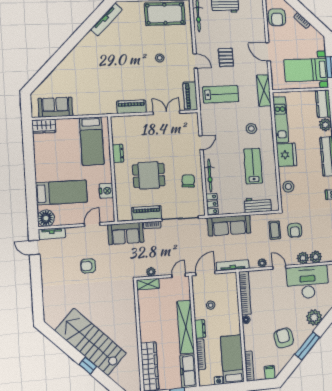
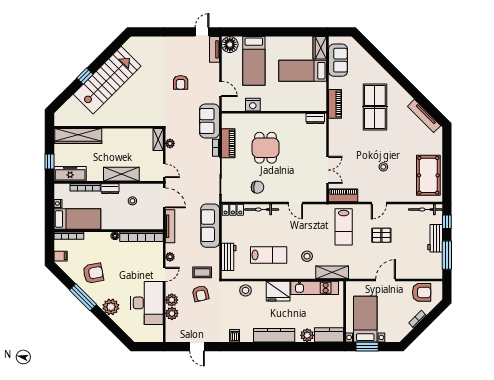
armchair: (277, 17) -> (422, 292), turned 180
table tennis table: (101, 68) -> (375, 107), added
shelving: (264, 90) -> (332, 272), moved
piano: (131, 107) -> (335, 104), moved
bed: (92, 141) -> (303, 71), moved
dresser: (118, 153) -> (315, 119), moved
armchair: (295, 230) -> (201, 294), turned -103
armchair: (88, 266) -> (181, 82), turned 180
shelving: (186, 327) -> (121, 174), width x0.68

